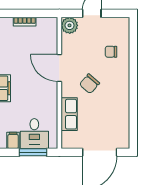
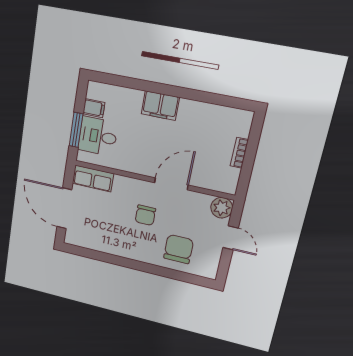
chair: (111, 52) -> (179, 249), width x1.87, depth x1.87
chair: (89, 84) -> (145, 215), turned -131
row of seats: (69, 114) -> (93, 178), moved

